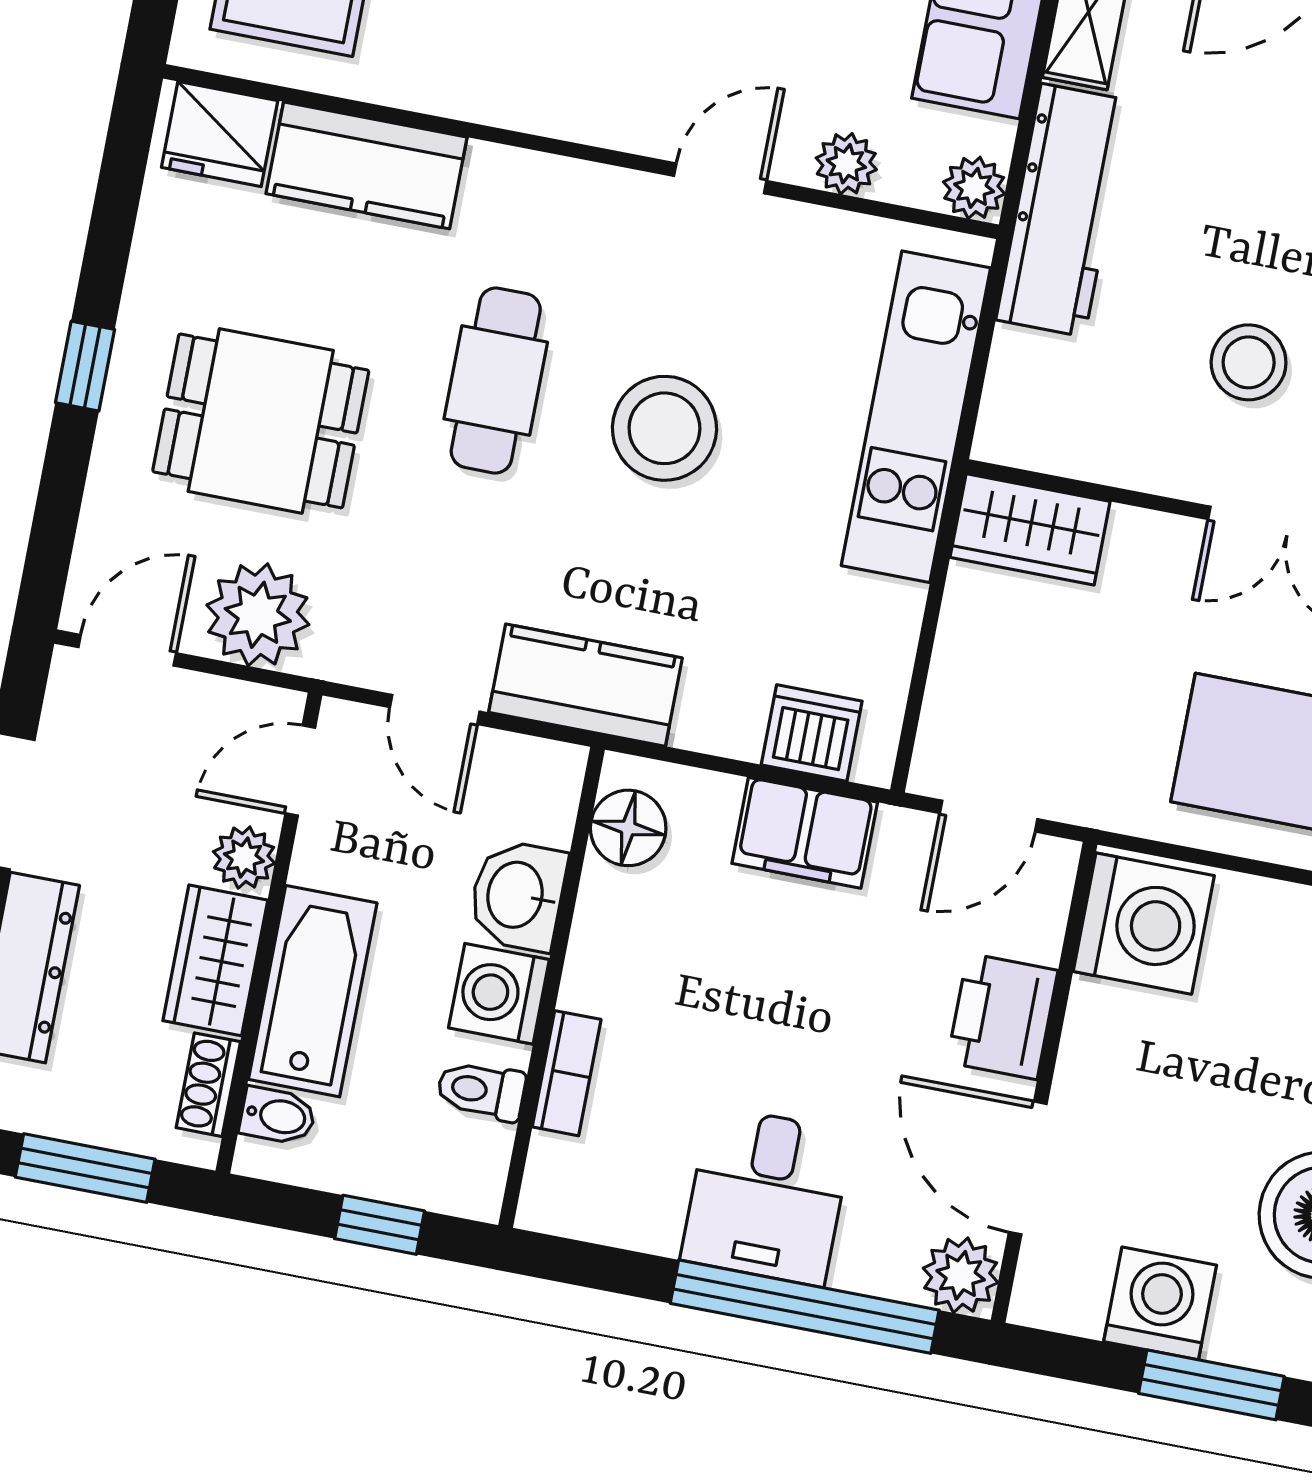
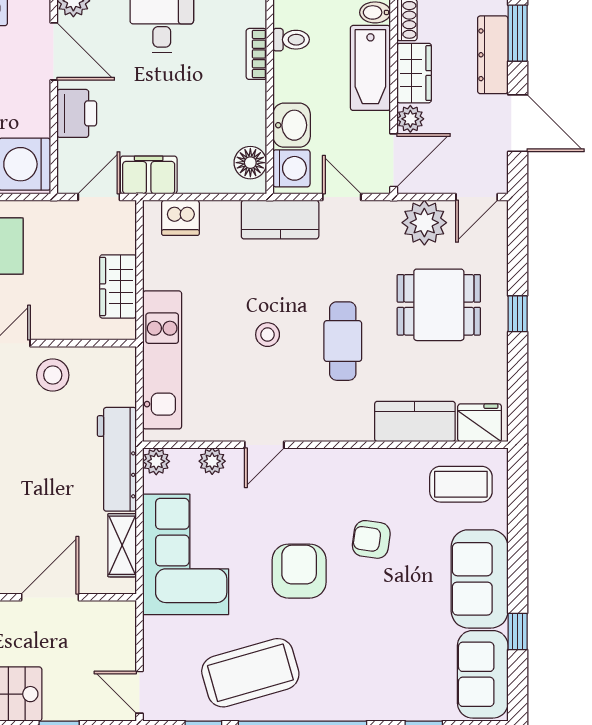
stool: (1249, 362) -> (53, 375), moved
stool: (664, 428) -> (268, 335), width x0.53, depth x0.53
wardrobe: (1030, 529) -> (118, 286), moved, turned -90
door: (300, 770) -> (394, 160), width x1.37
filing cabinet: (805, 833) -> (149, 175), moved
washing machine: (499, 994) -> (291, 168), moved

